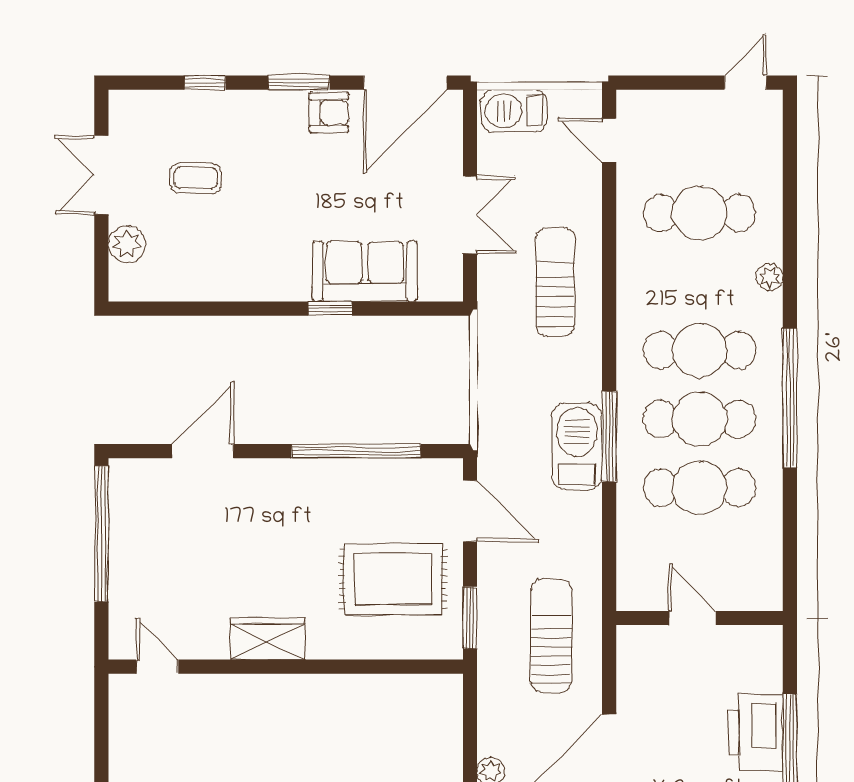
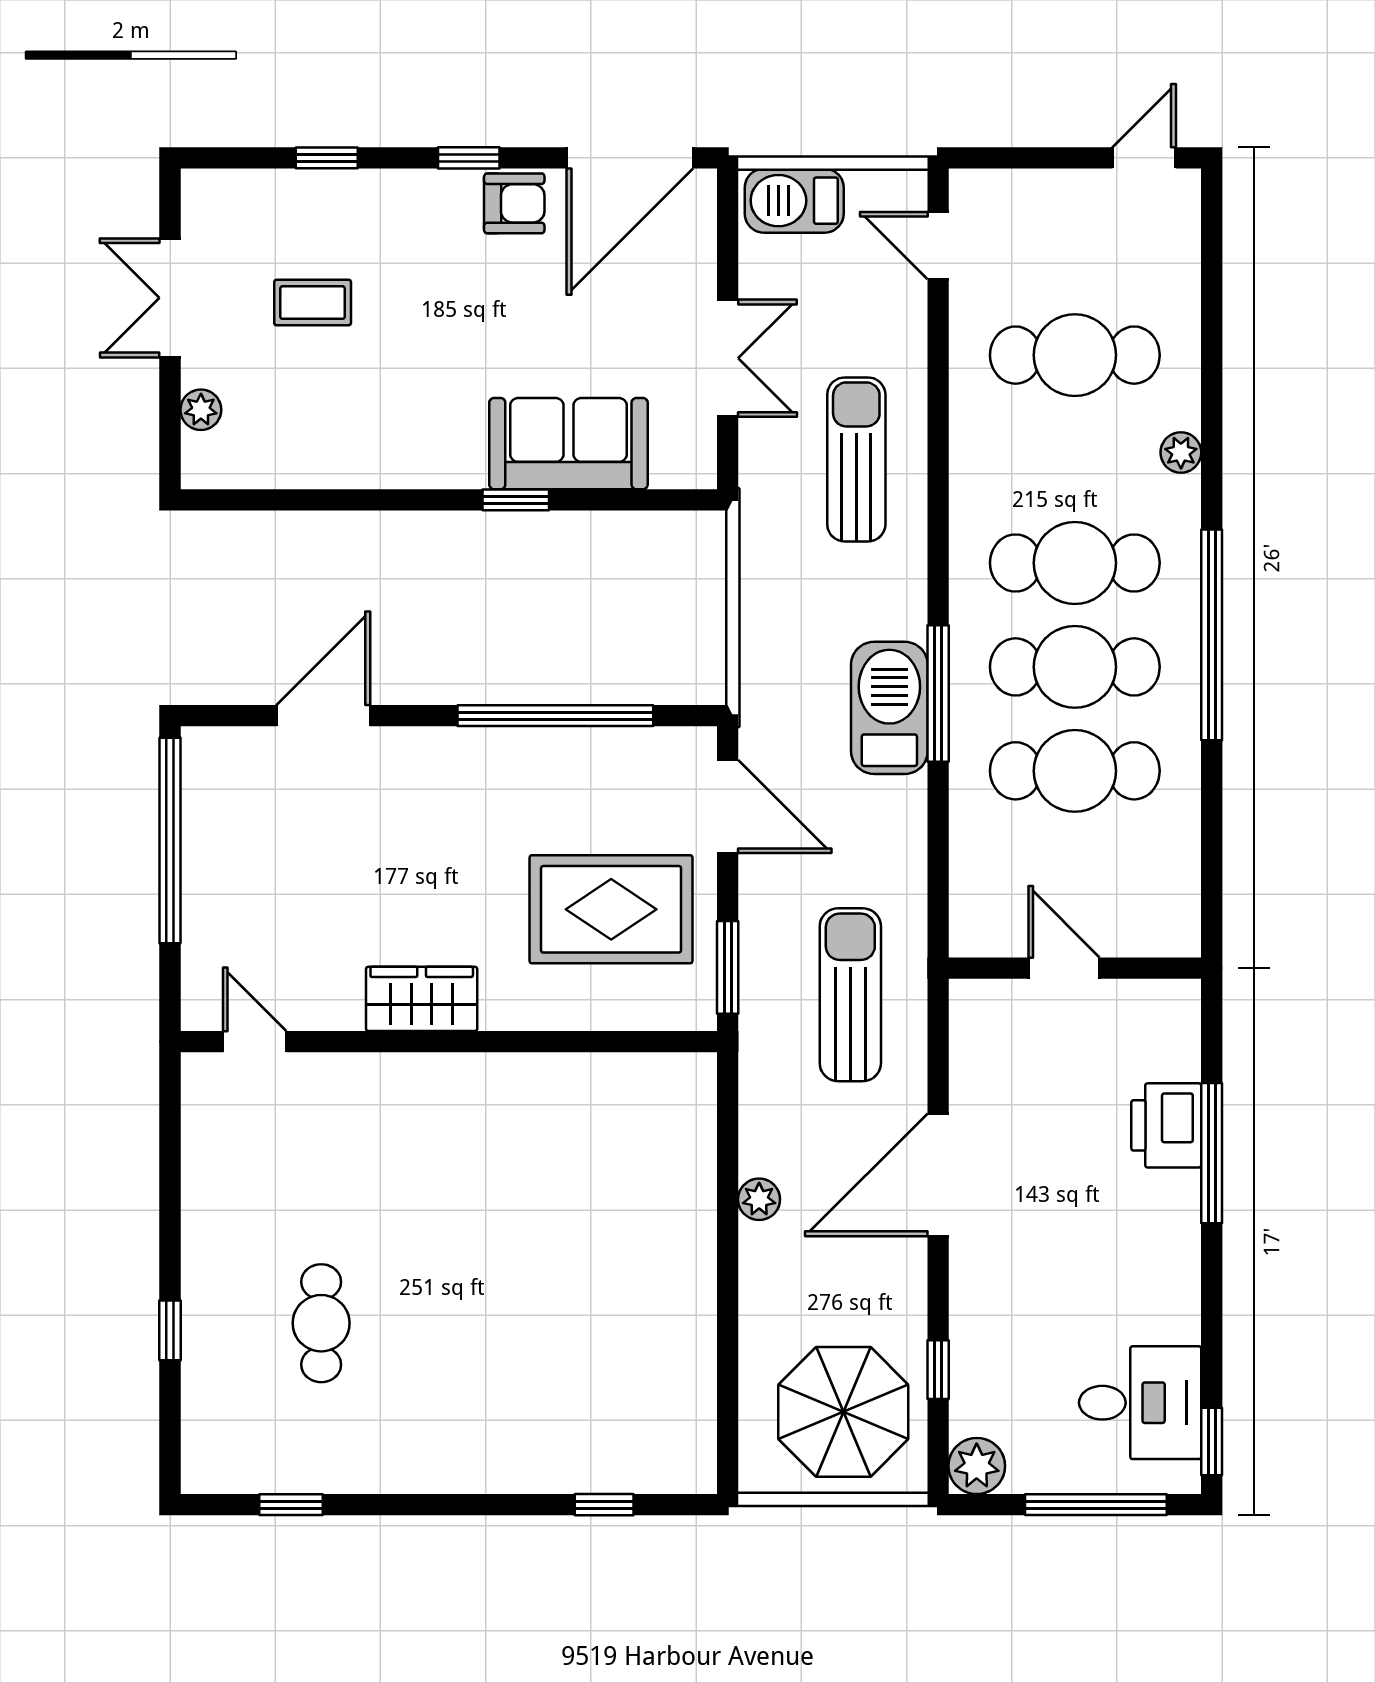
window: (299, 83) -> (469, 158), width x0.67
plant: (127, 244) -> (201, 410), width x0.73, depth x0.73
printer: (755, 732) -> (1166, 1125), width x0.73, depth x0.84

